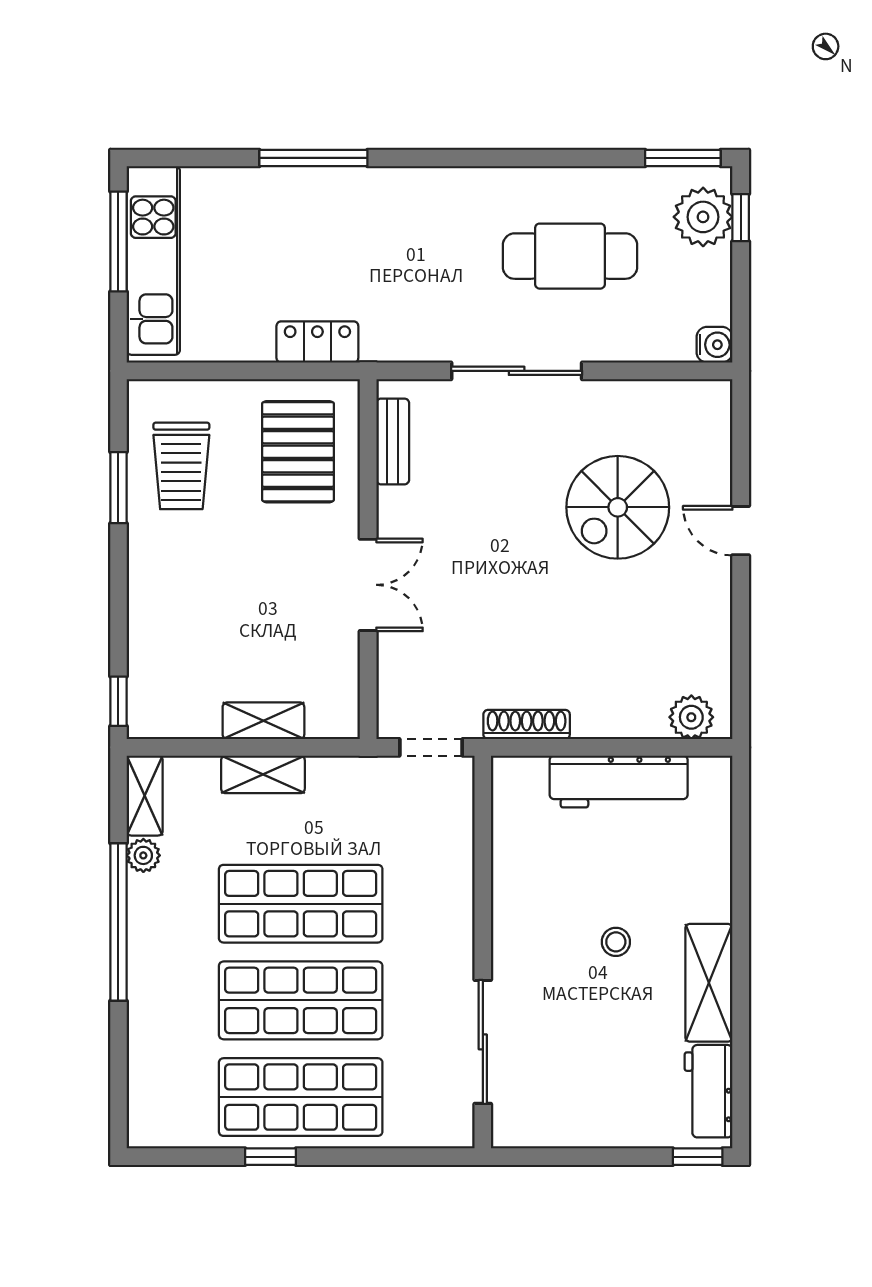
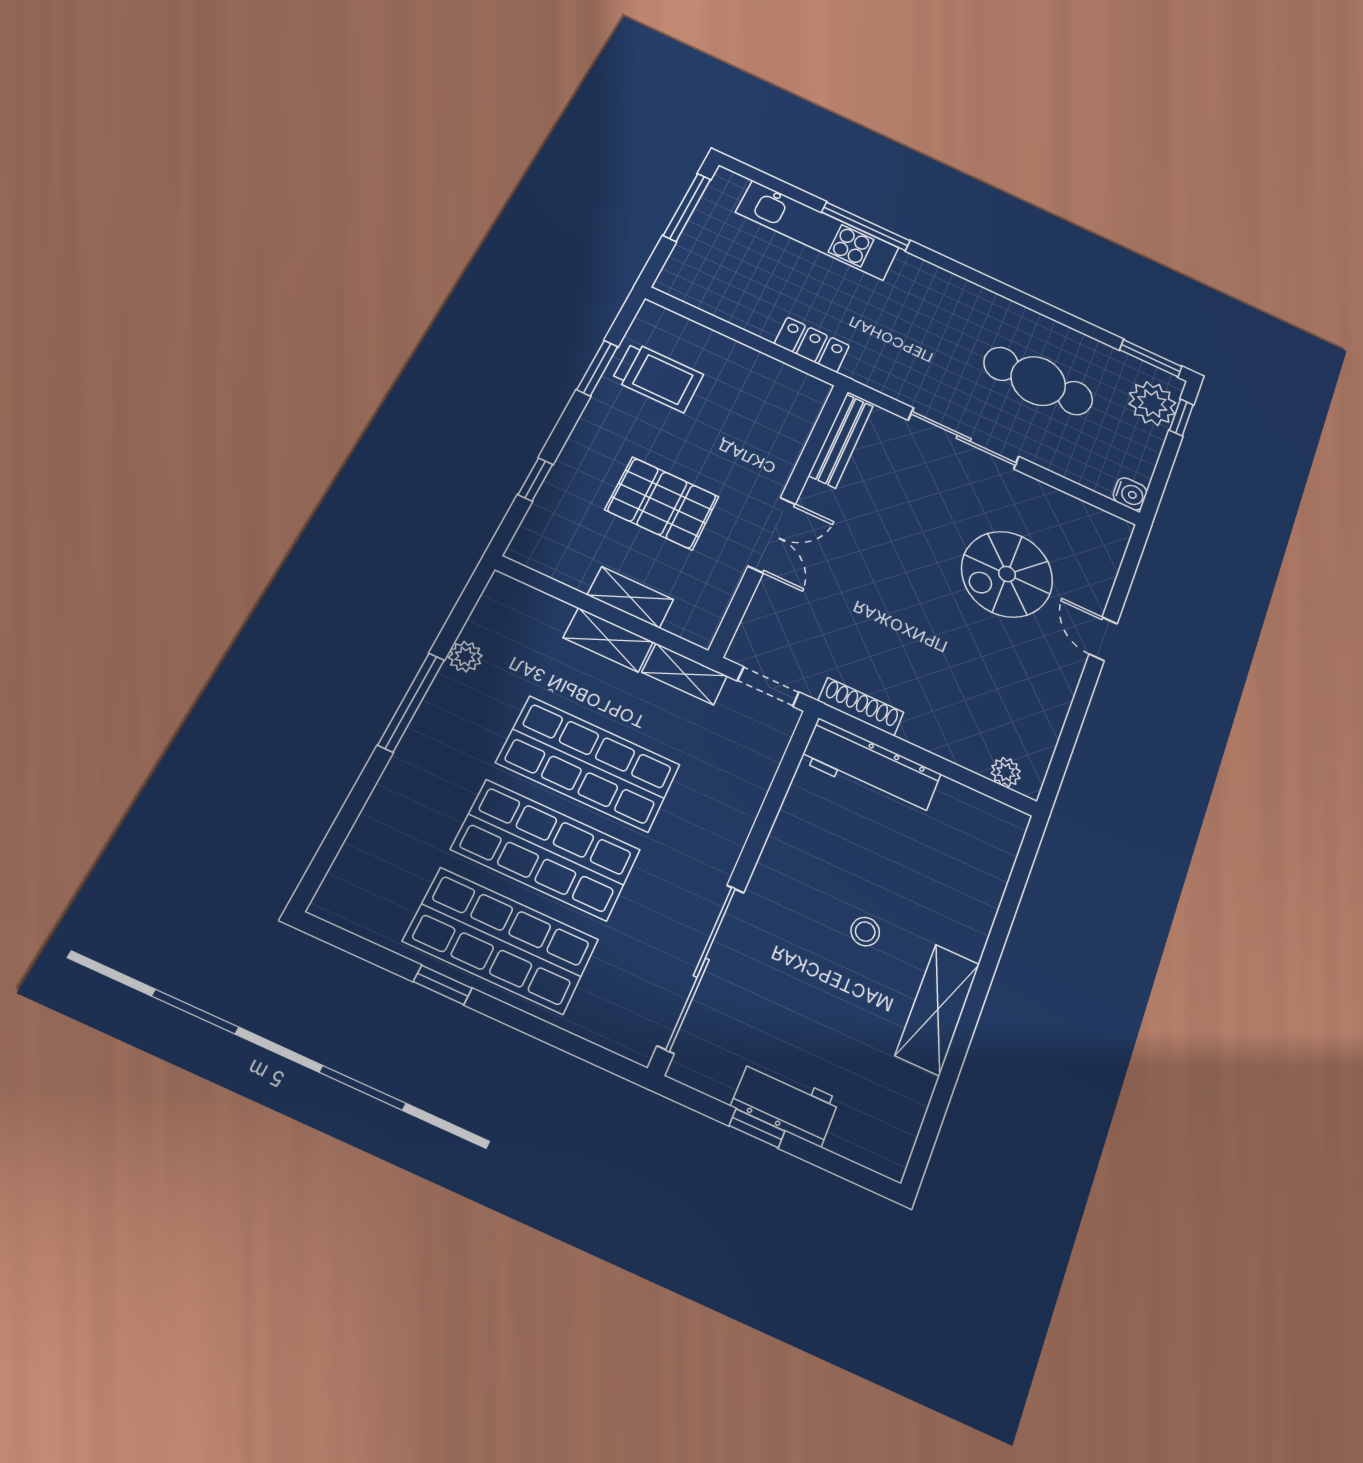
kitchen unit: (153, 260) -> (817, 230), moved, turned 90
bench: (393, 441) -> (841, 441), width x1.36
pallet: (298, 452) -> (662, 503), moved, turned 90
trolley: (181, 466) -> (658, 377), turned -90
window: (118, 701) -> (535, 479), moved
plant: (691, 717) -> (1006, 772), width x0.73, depth x0.73
workbench: (619, 782) -> (871, 767), moved
shelving: (145, 796) -> (685, 674), moved, turned 90
window: (118, 922) -> (411, 702), width x0.68
sliding door: (483, 1042) -> (701, 968), width x1.36
workbench: (709, 1091) -> (785, 1103), moved, turned 90
window: (698, 1157) -> (757, 1128), moved

